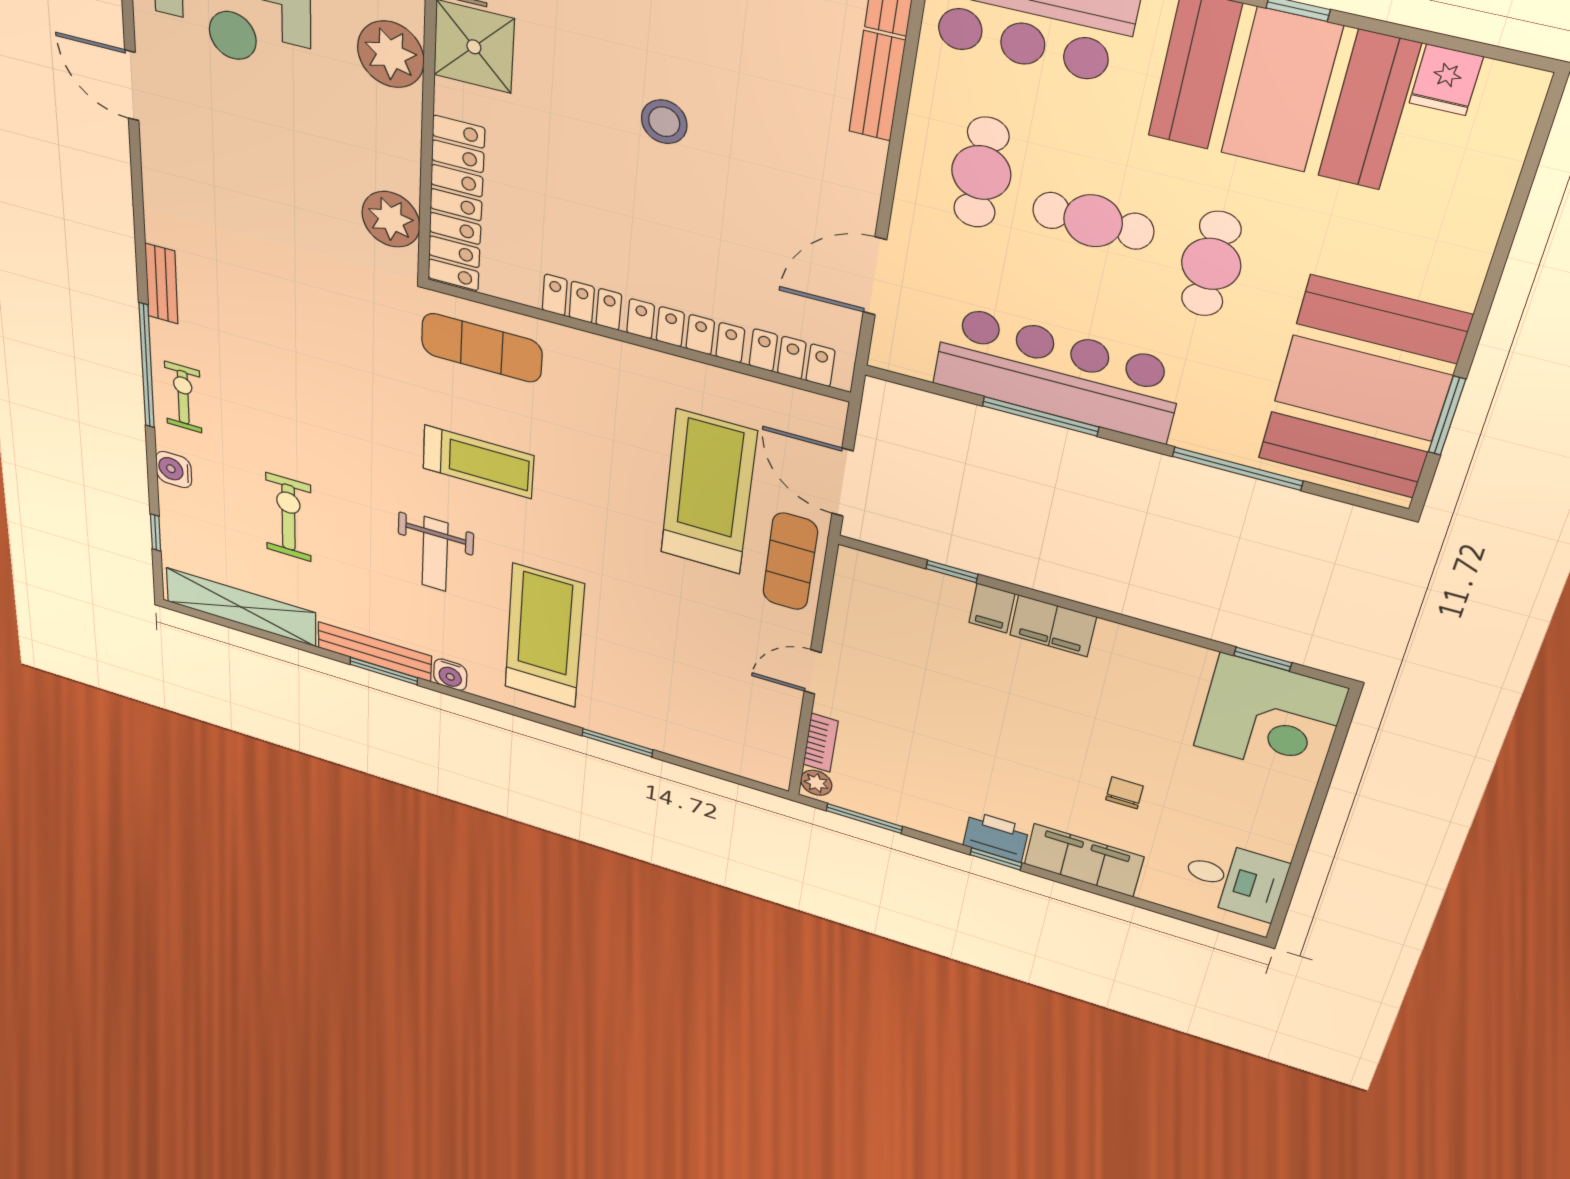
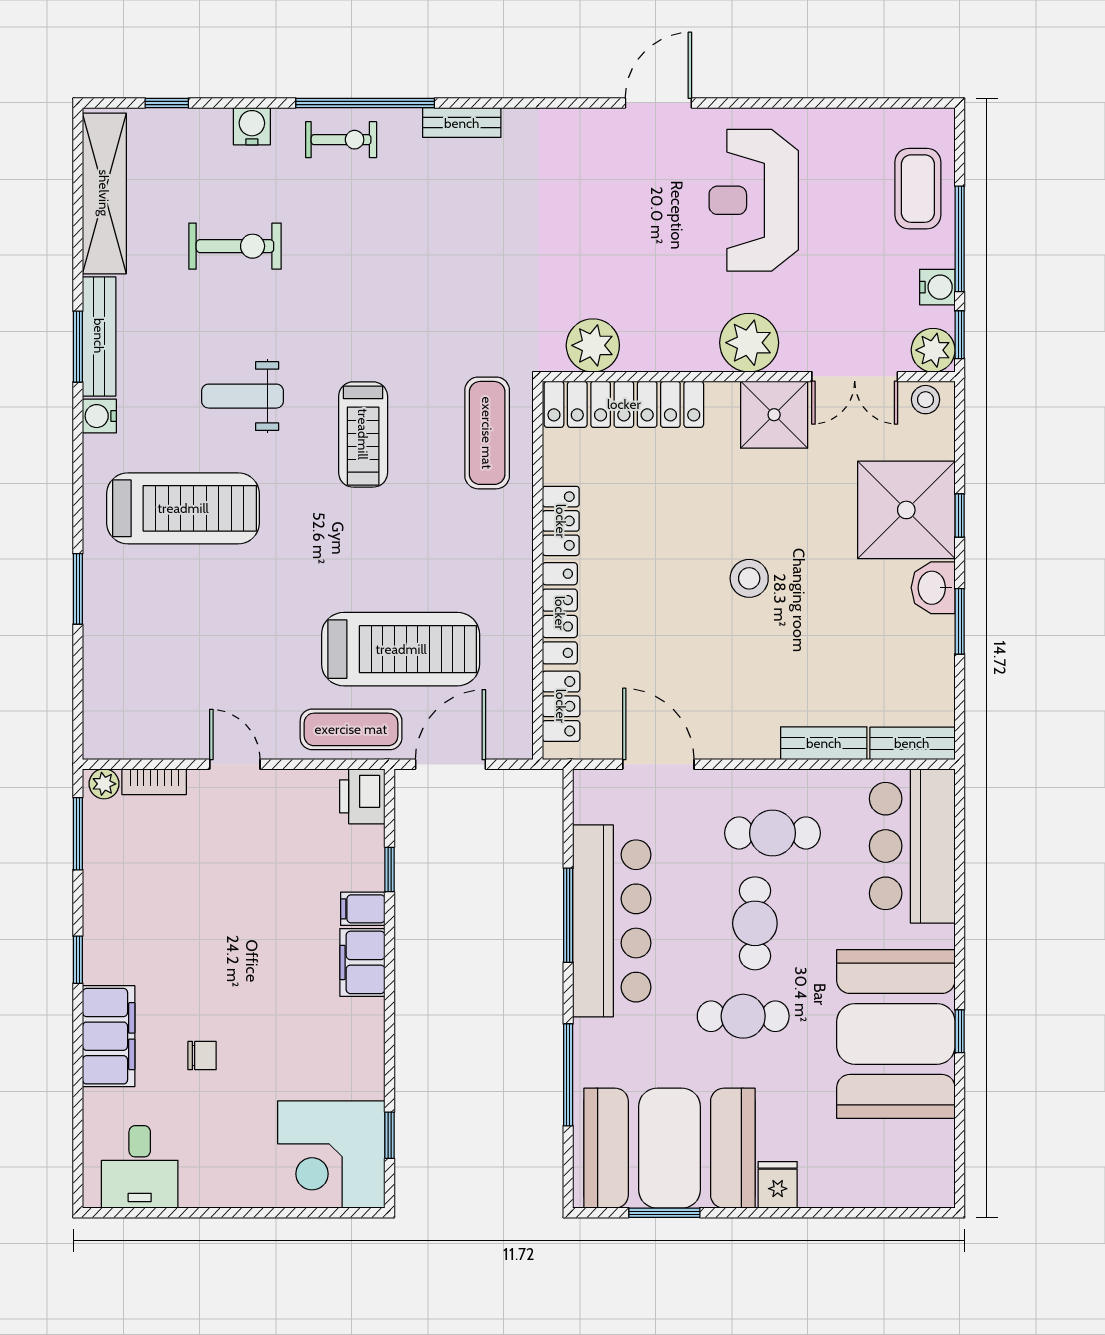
fridge: (1446, 80) -> (778, 1185), moved, turned 90
printer: (996, 837) -> (362, 796), moved, turned 180

